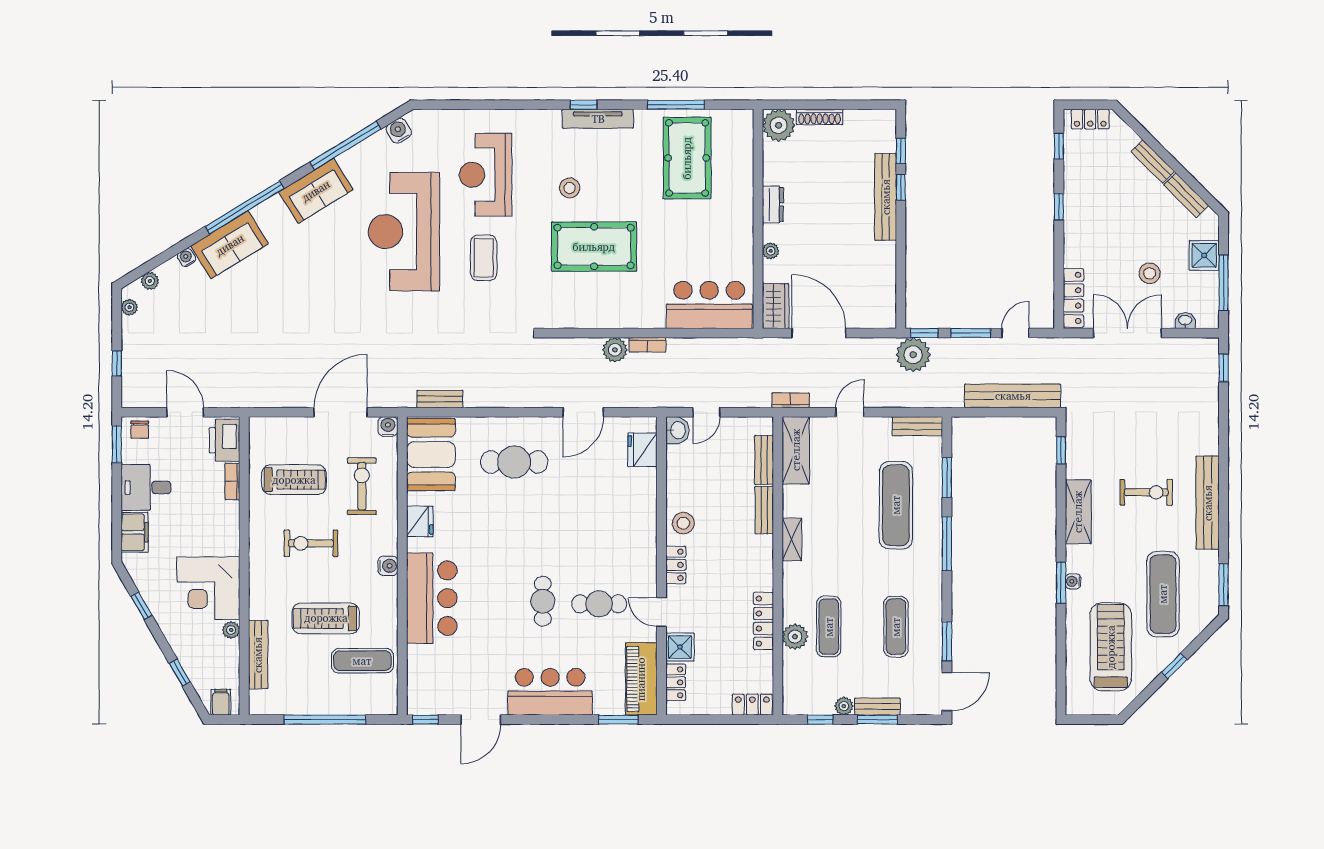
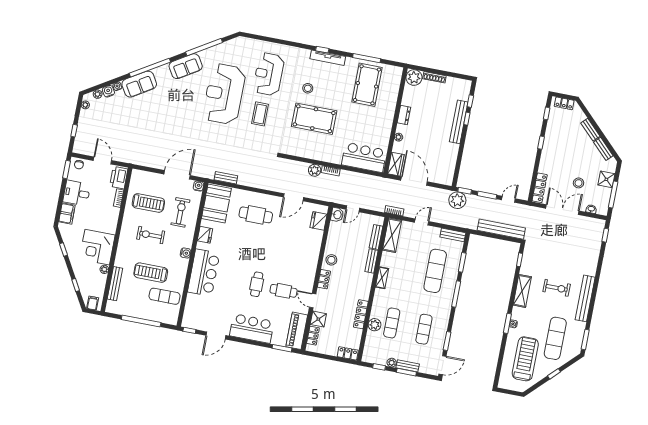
water cooler: (399, 131) -> (108, 91), moved

